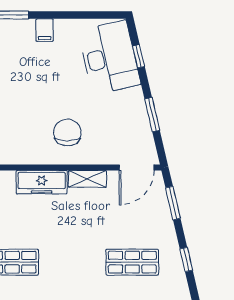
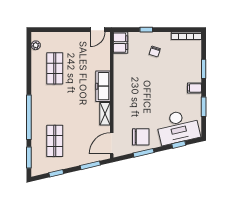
window: (76, 15) -> (204, 107), added
chair: (67, 132) -> (141, 137), moved
door: (137, 168) -> (112, 143), hinge flipped

